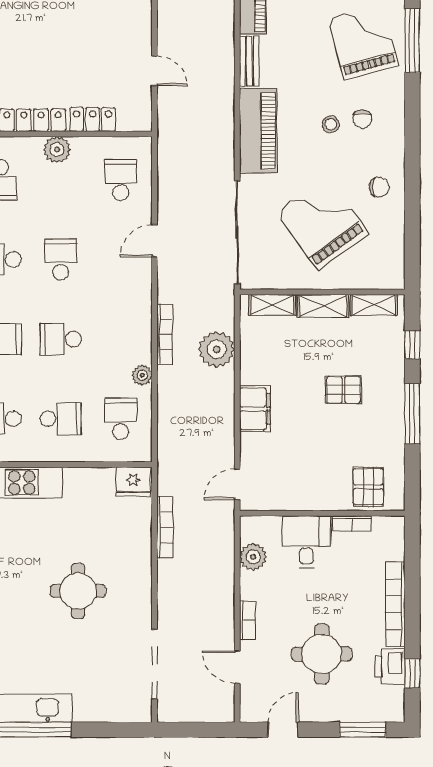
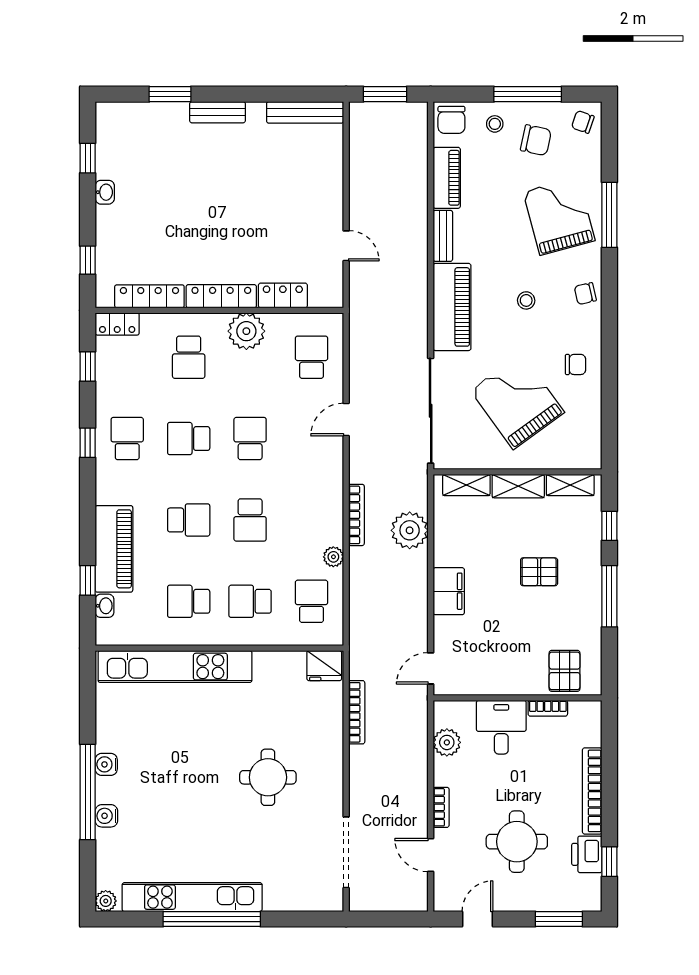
chair: (362, 119) -> (585, 294), moved, turned 77
plant: (57, 150) -> (246, 331), width x1.36, depth x1.36
school desk: (61, 339) -> (250, 520), turned -90
school desk: (61, 419) -> (250, 601), turned 180

